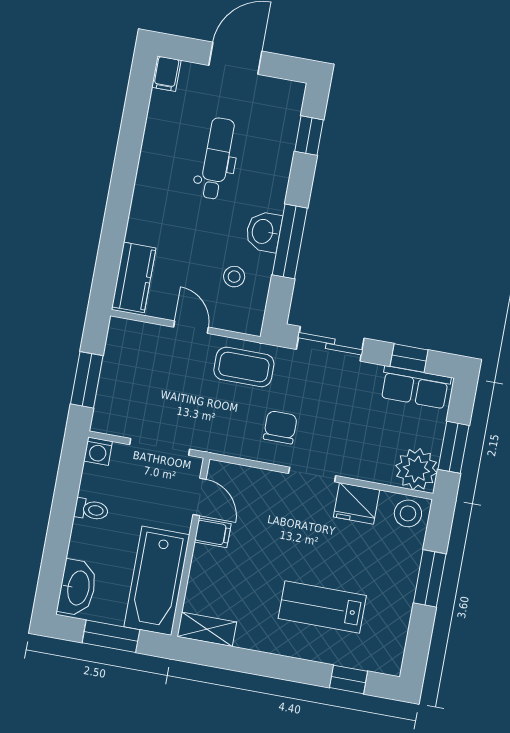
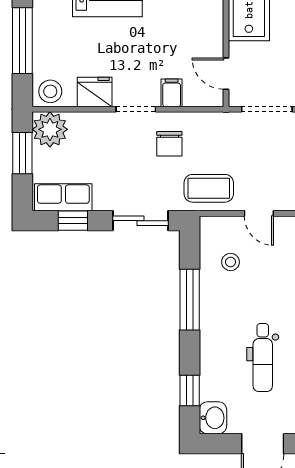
washbasin: (263, 232) -> (213, 418), moved
filing cabinet: (213, 533) -> (172, 93), moved, turned 90
window: (430, 578) -> (22, 41), width x1.44

